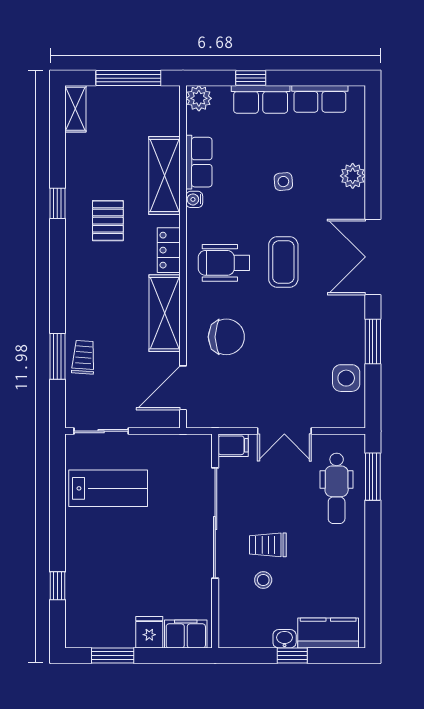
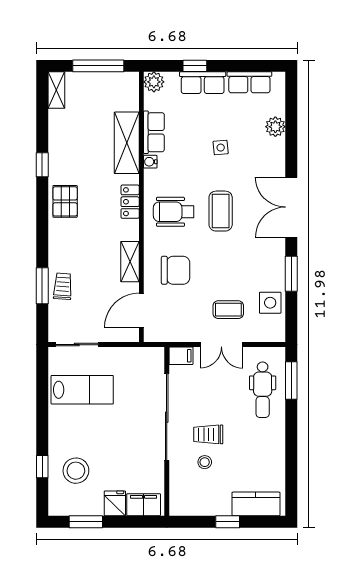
plant: (353, 176) -> (275, 127), moved
pallet: (108, 221) -> (65, 201), moved
shelving: (165, 313) -> (130, 262), width x0.67, depth x0.75
coffee table: (293, 387) -> (228, 310), added
stool: (100, 591) -> (76, 471), added
washbasin: (285, 639) -> (222, 508), removed

